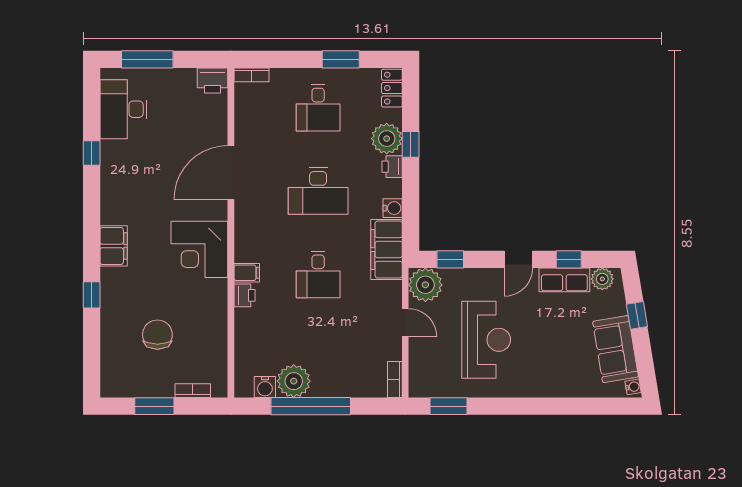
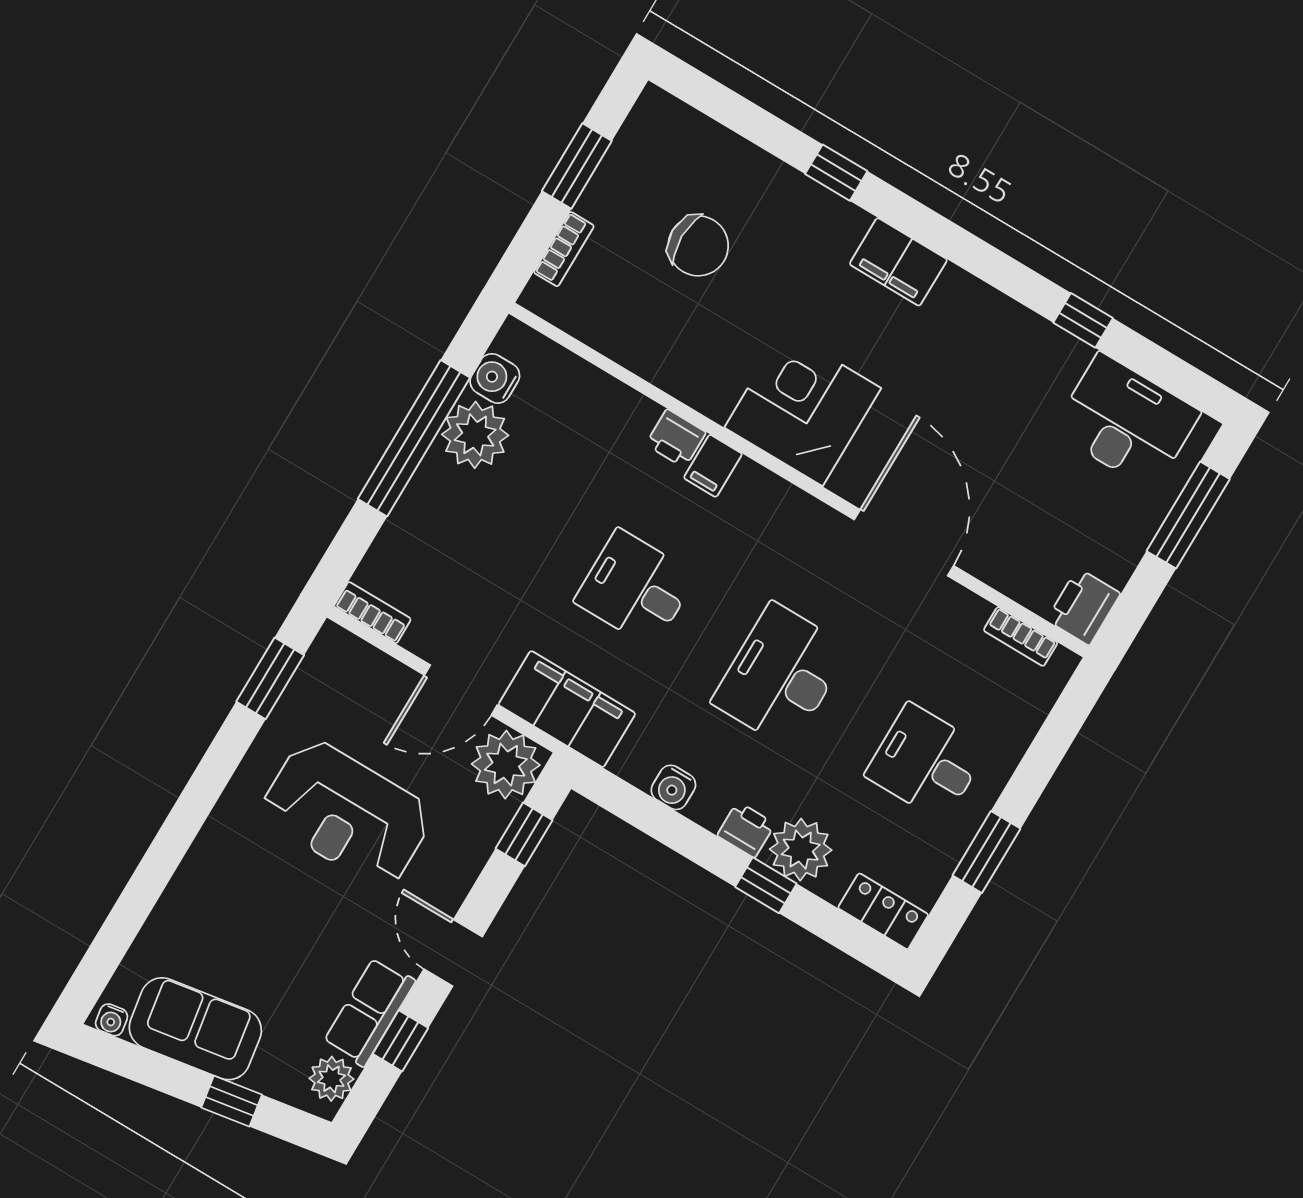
bookcase: (251, 75) -> (1021, 637), moved, turned -90
filing cabinet: (386, 250) -> (567, 709), moved
door: (405, 323) -> (461, 690), width x1.38

